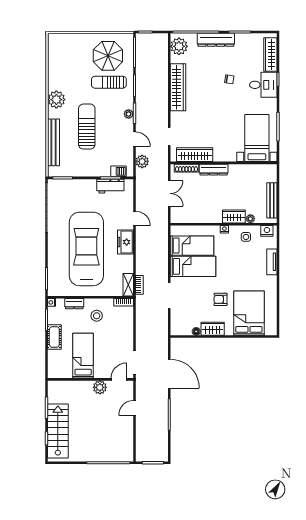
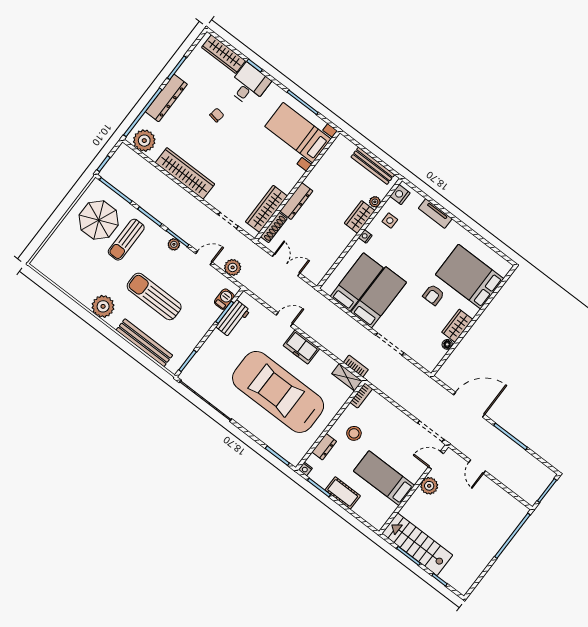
door: (119, 379) -> (436, 460), hinge flipped
stairs: (58, 431) -> (417, 544), moved

